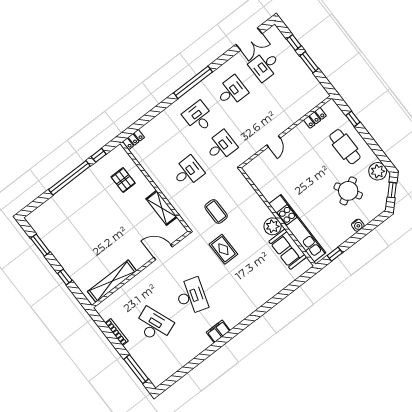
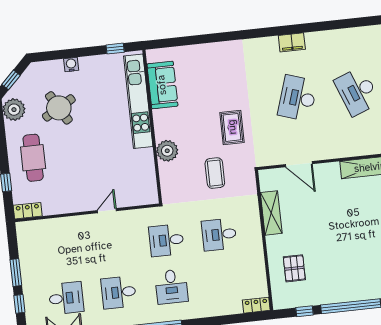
locker: (315, 118) -> (28, 211), moved
plant: (273, 226) -> (167, 151), moved

